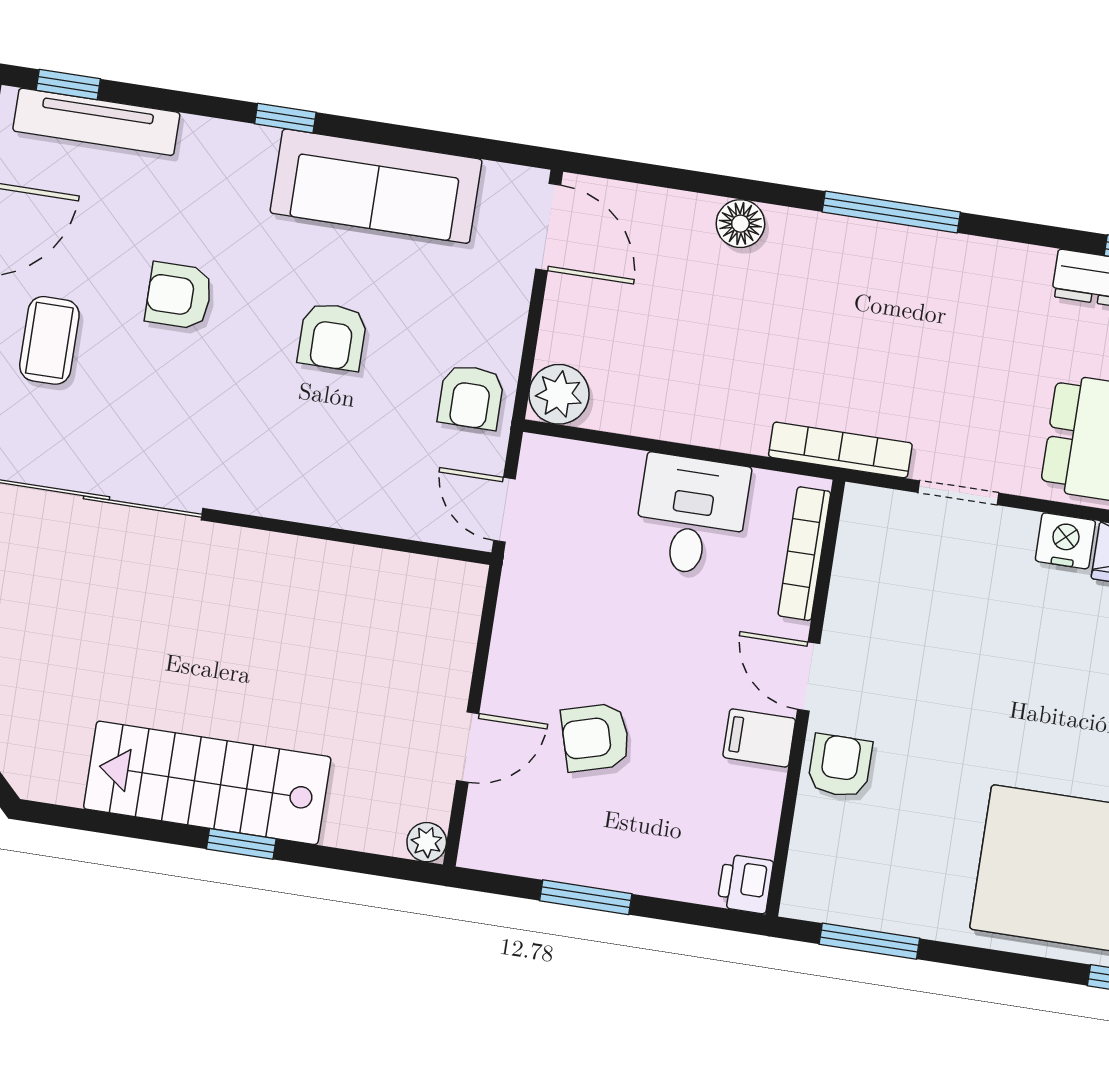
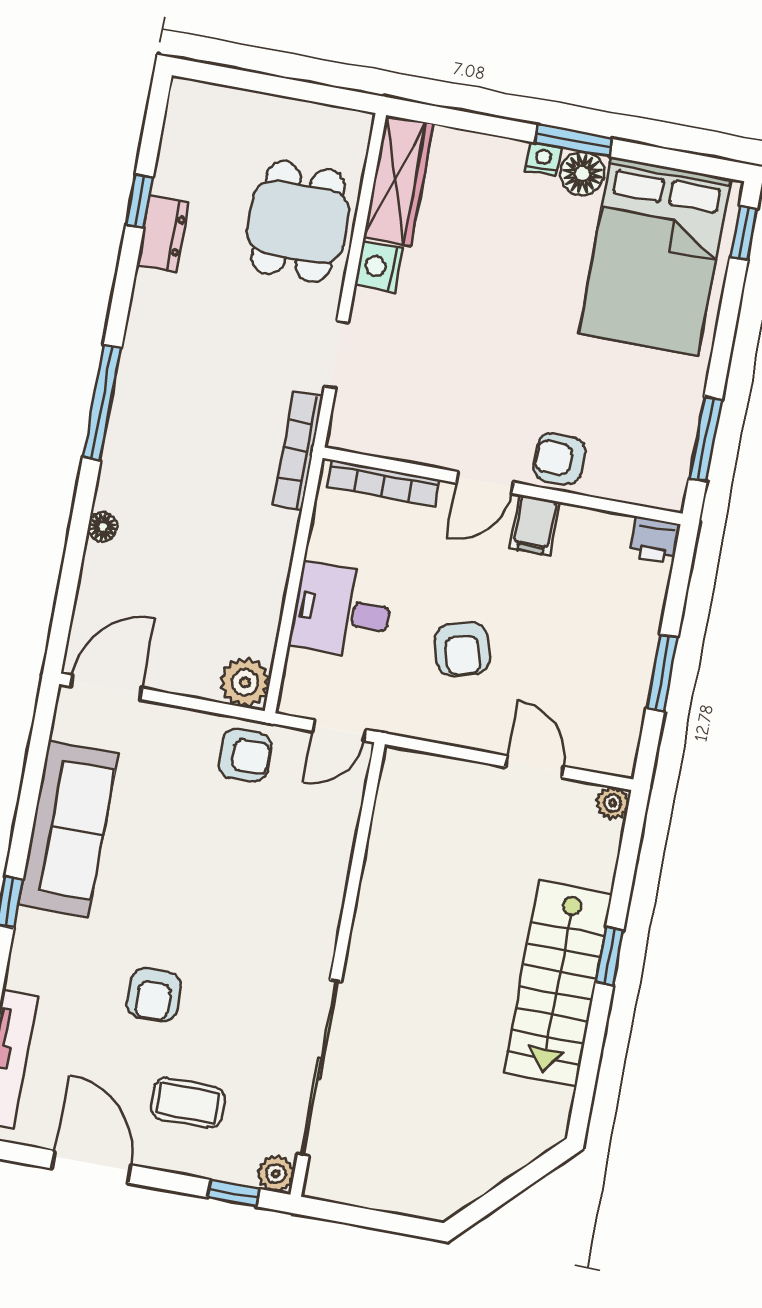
floor lamp: (740, 224) -> (103, 527), width x0.73, depth x0.73
armchair: (332, 337) -> (192, 869), removed
desk: (691, 515) -> (342, 611), moved
armchair: (595, 737) -> (462, 649), moved

